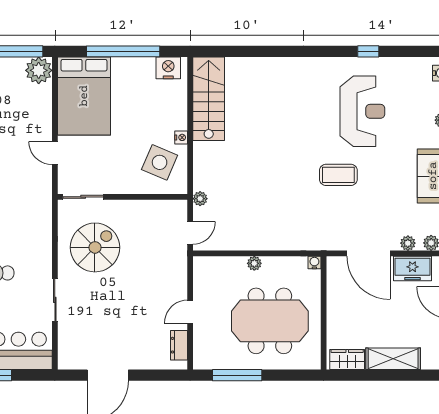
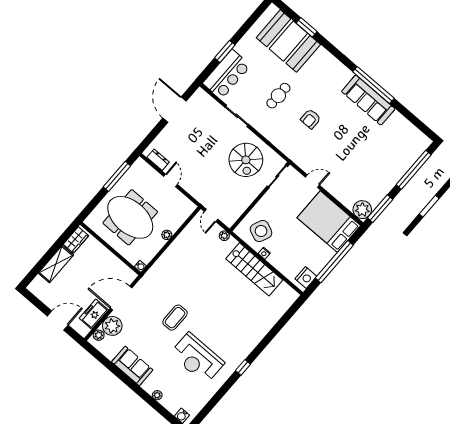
window: (368, 51) -> (243, 367), moved
stairs: (209, 99) -> (254, 269), moved
plant: (408, 243) -> (112, 326), width x1.88, depth x1.88
meeting table: (270, 321) -> (130, 217), turned 90

